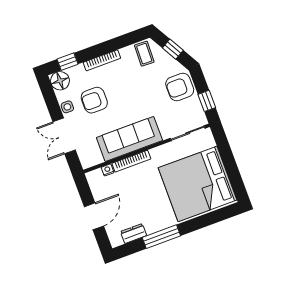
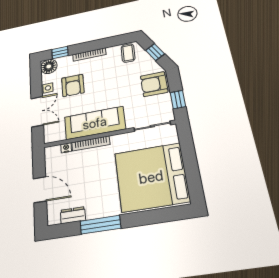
armchair: (94, 100) -> (73, 85), turned -90
double door: (64, 136) -> (37, 112), swing flipped
door: (94, 216) -> (40, 190), hinge flipped

